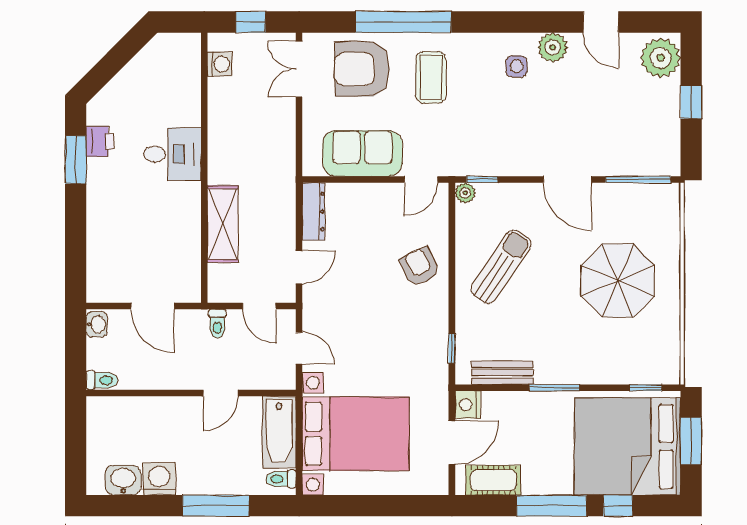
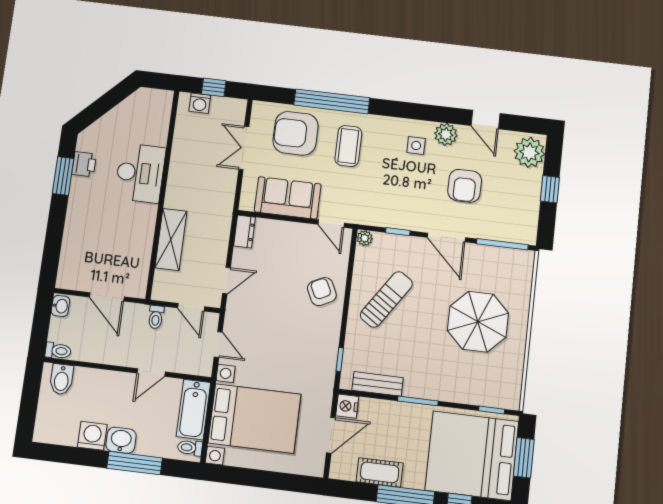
washing machine: (220, 64) -> (200, 103), moved, turned 90
double door: (299, 69) -> (244, 148), moved
armchair: (583, 111) -> (465, 186), added
desk: (172, 154) -> (140, 173), width x1.37
door: (421, 180) -> (331, 224), hinge flipped
window: (482, 180) -> (398, 232), moved
dresser: (314, 212) -> (244, 232), width x0.70
bidet: (111, 415) -> (62, 379), added
washbasin: (123, 480) -> (121, 440), moved
cot: (493, 480) -> (380, 472), moved

